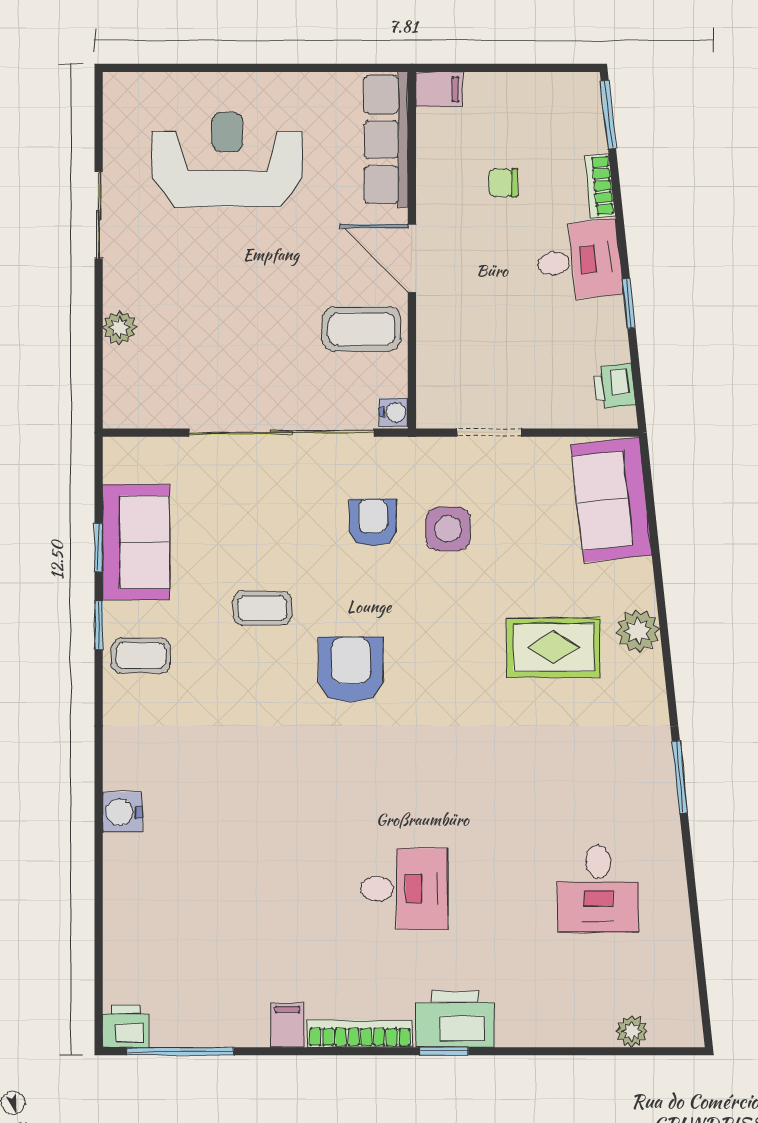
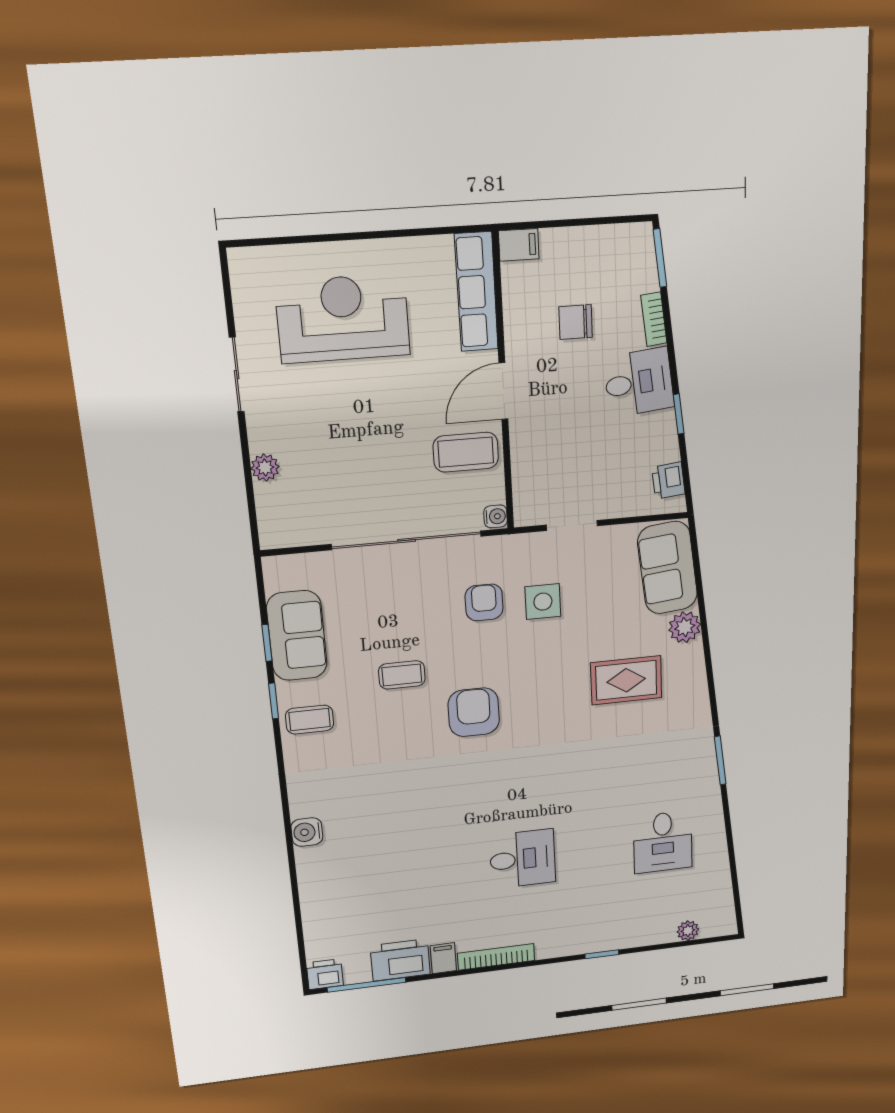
chair: (503, 183) -> (576, 322), width x1.37, depth x1.37
door: (412, 258) -> (503, 391), hinge flipped
plant: (638, 631) -> (685, 627), moved
printer: (455, 1019) -> (400, 960), moved
window: (444, 1051) -> (602, 954), moved

